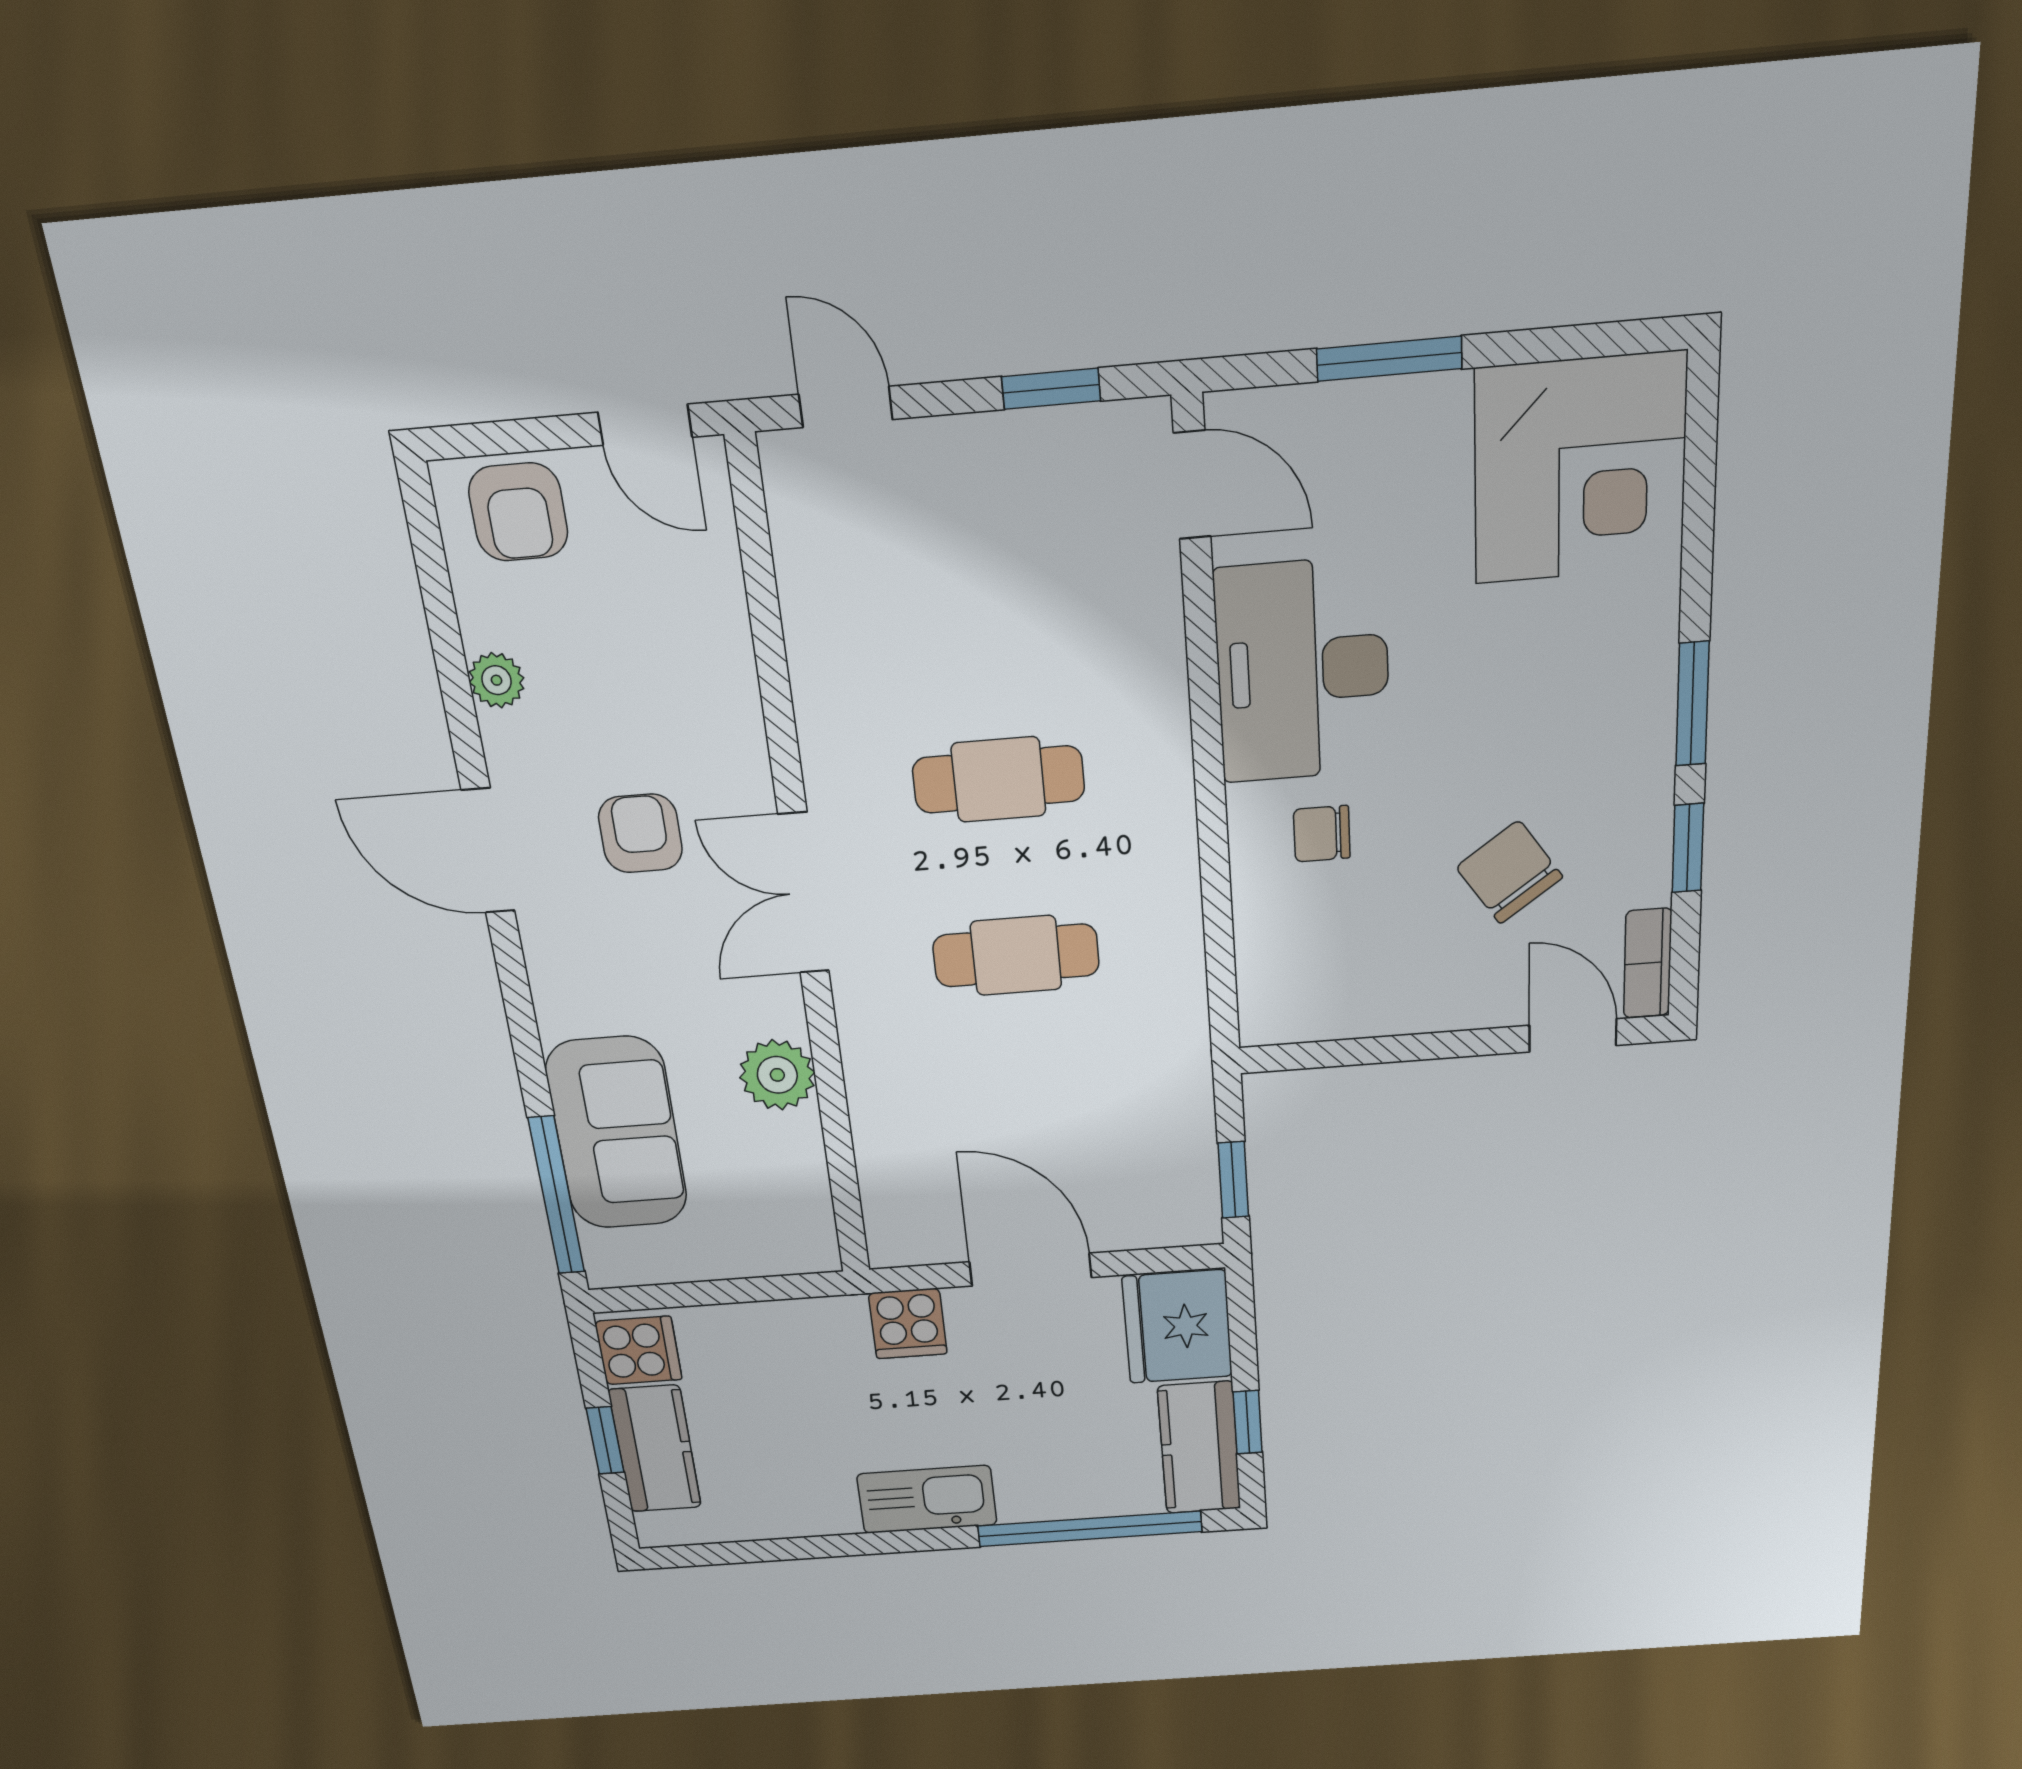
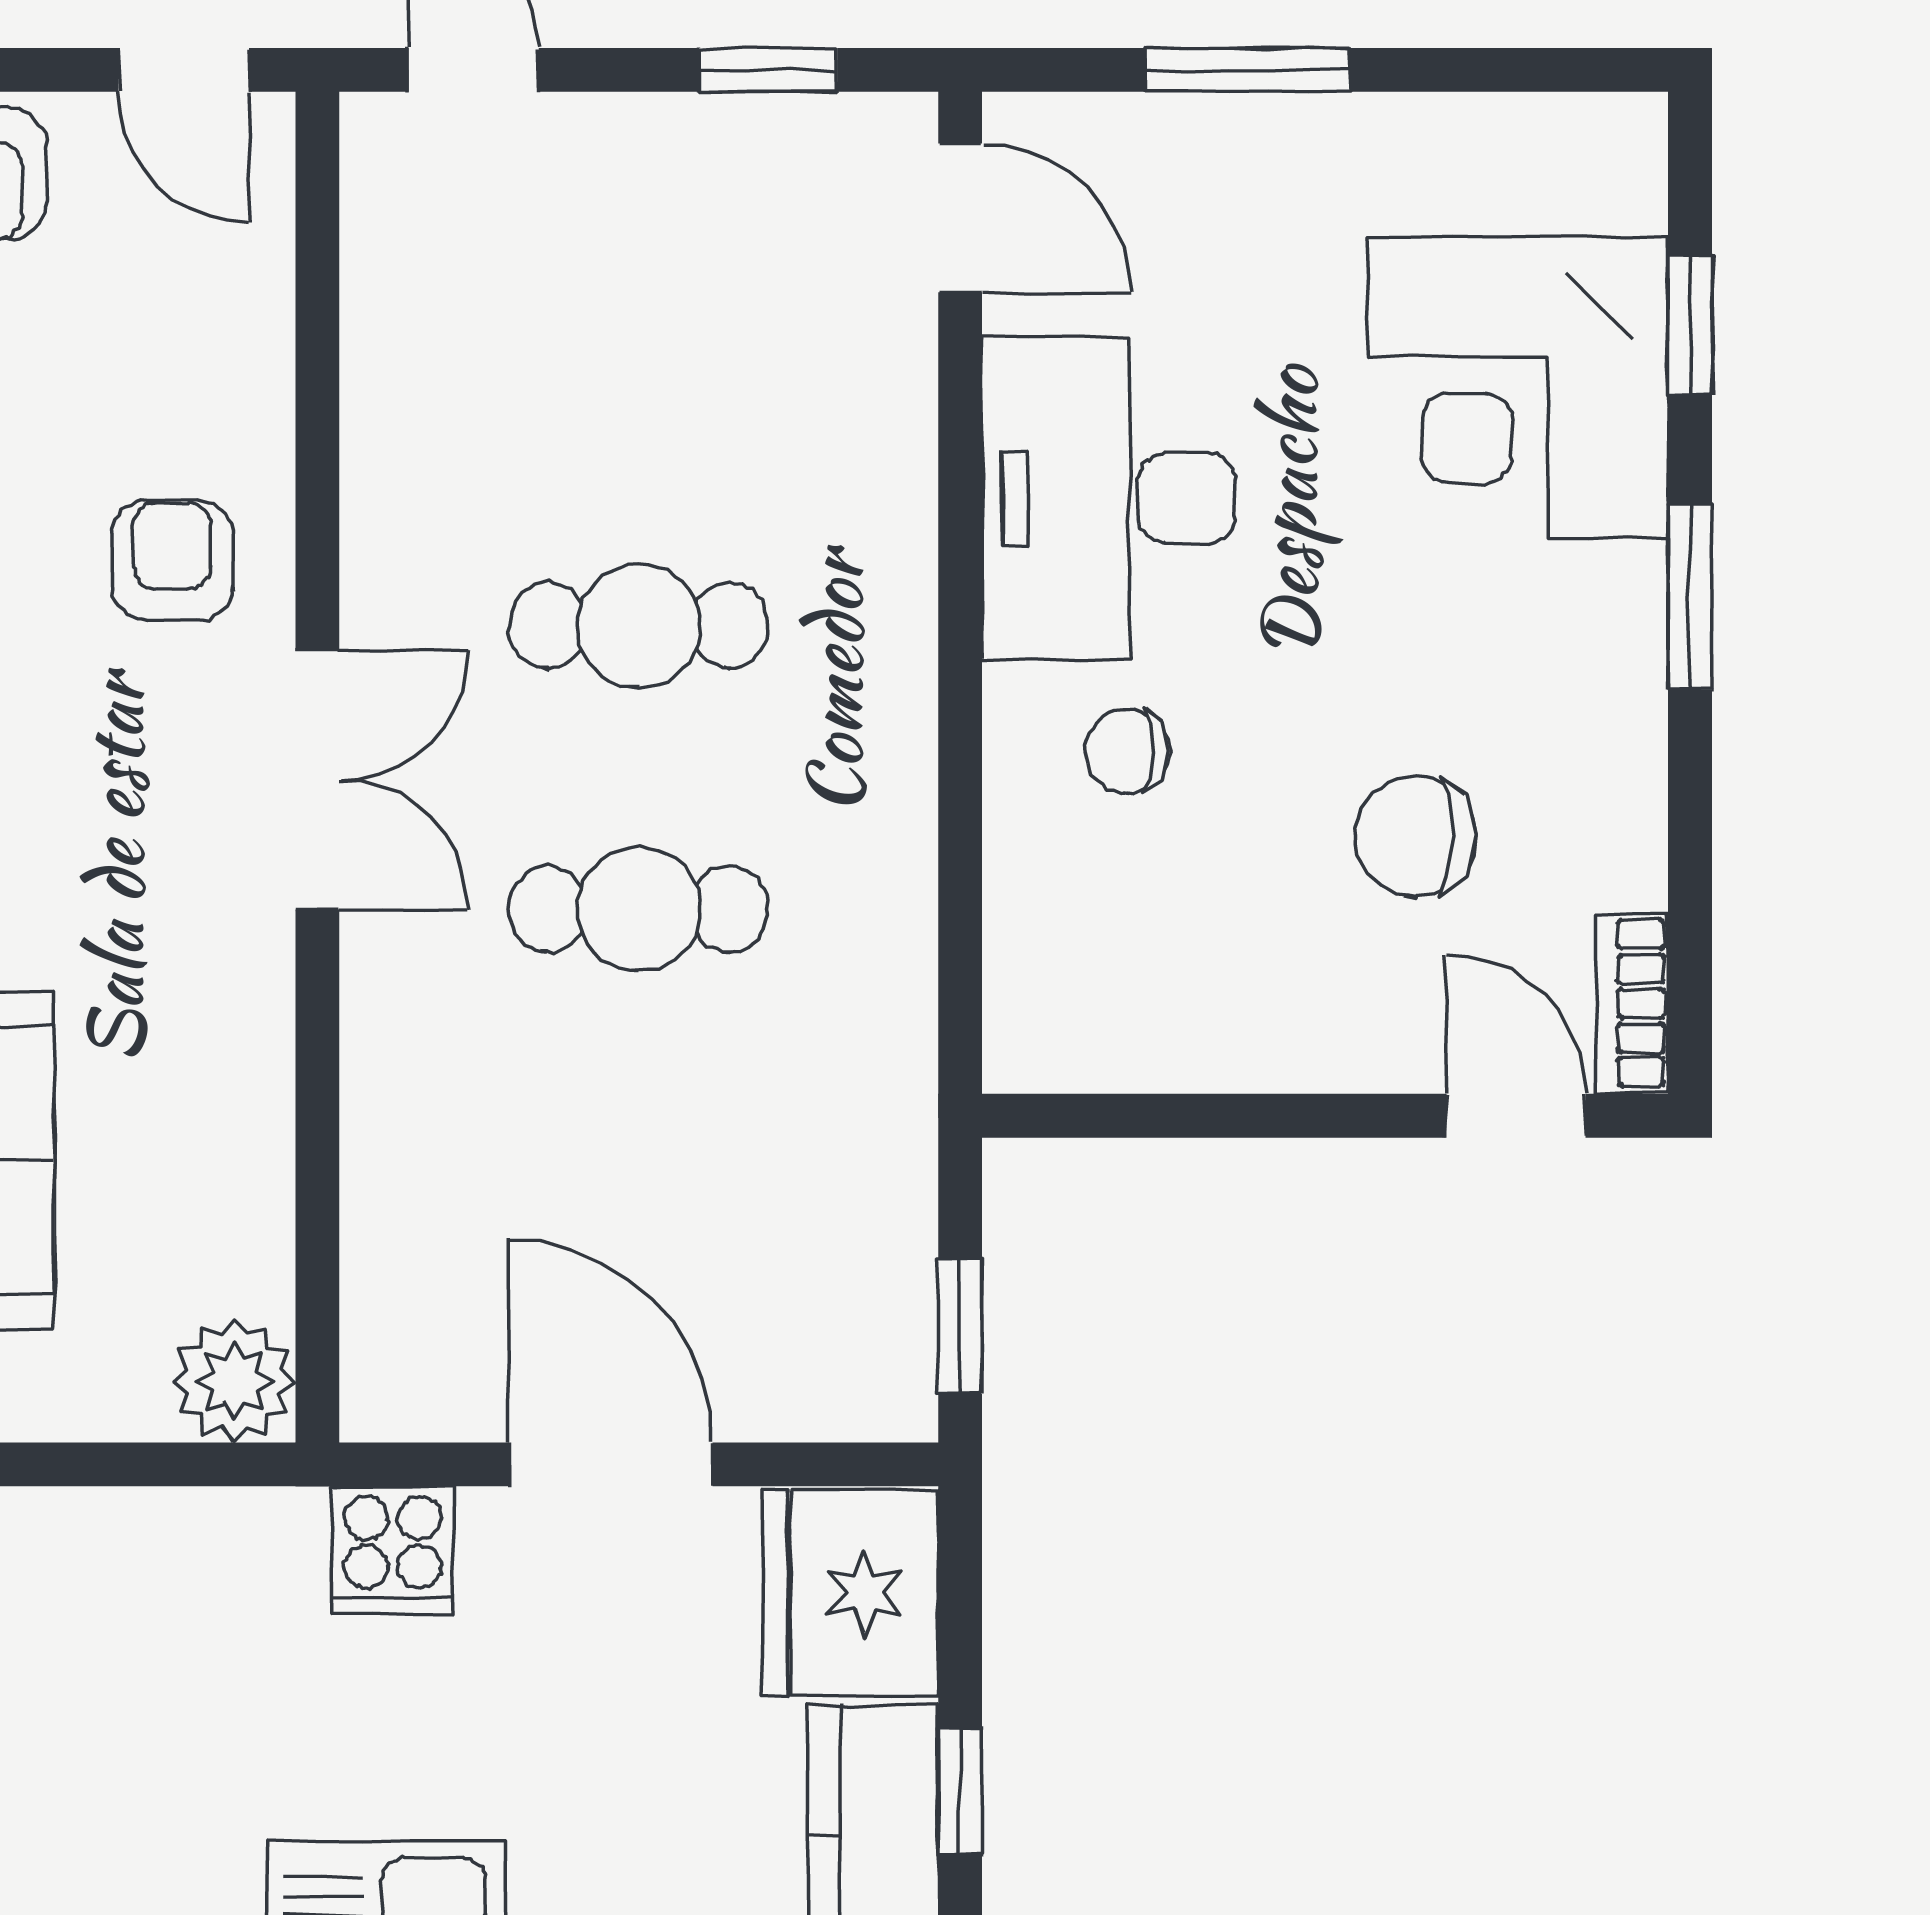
corner desk: (1580, 469) -> (1518, 387), moved, turned 90
armchair: (640, 833) -> (172, 561), moved
window: (1688, 848) -> (1690, 325), moved
chair: (1509, 872) -> (1416, 836), turned -55
double door: (804, 893) -> (317, 780), swing flipped
plant: (777, 1075) -> (234, 1381), moved

